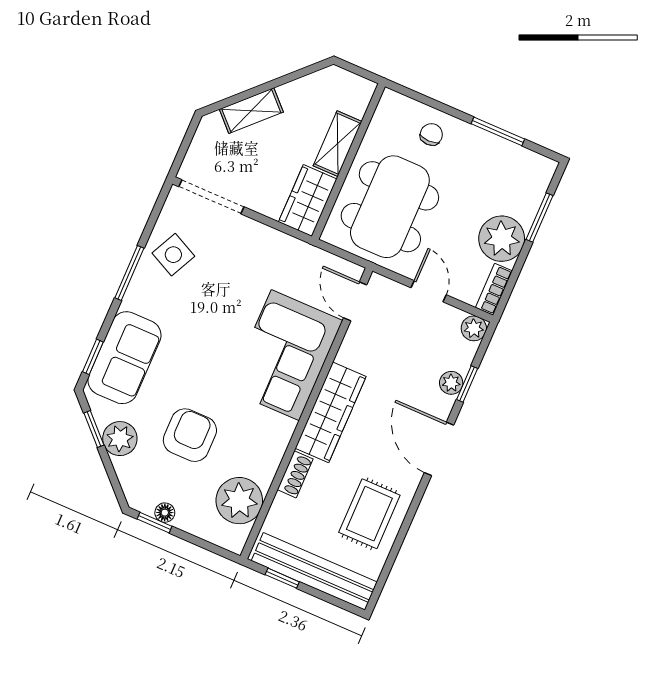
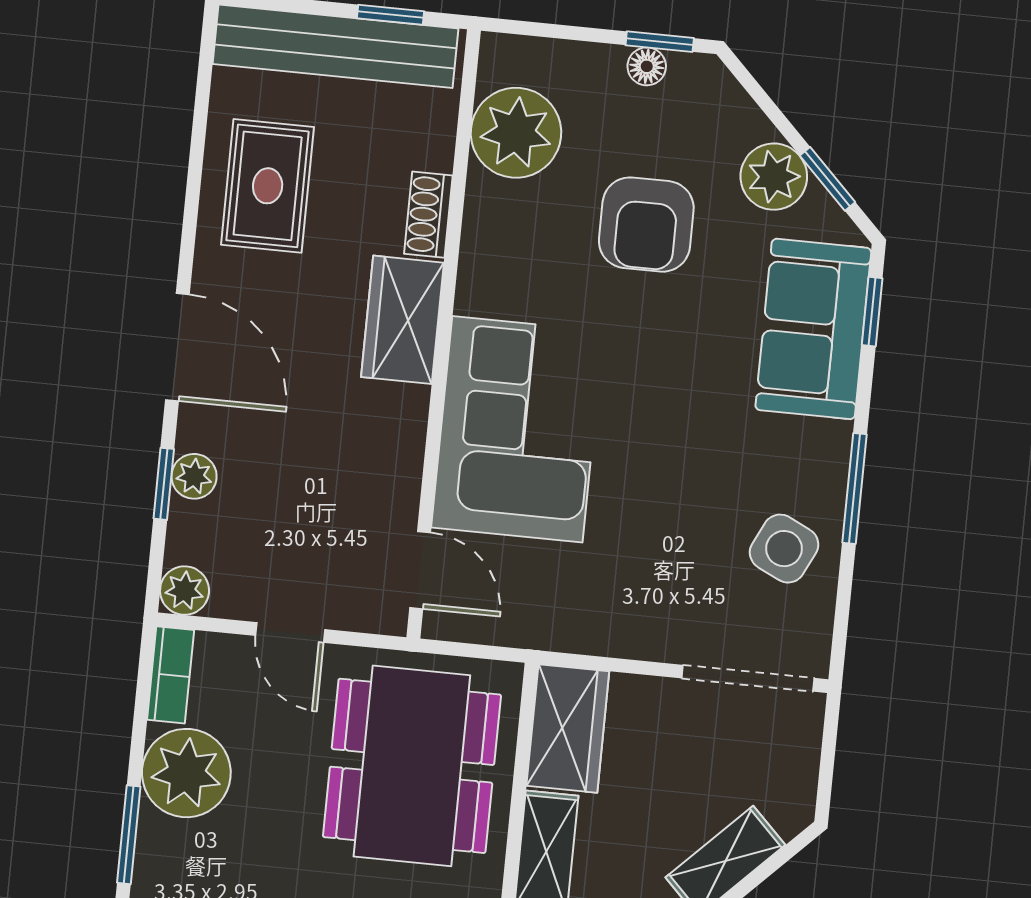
wardrobe: (331, 412) -> (403, 320), width x0.67

